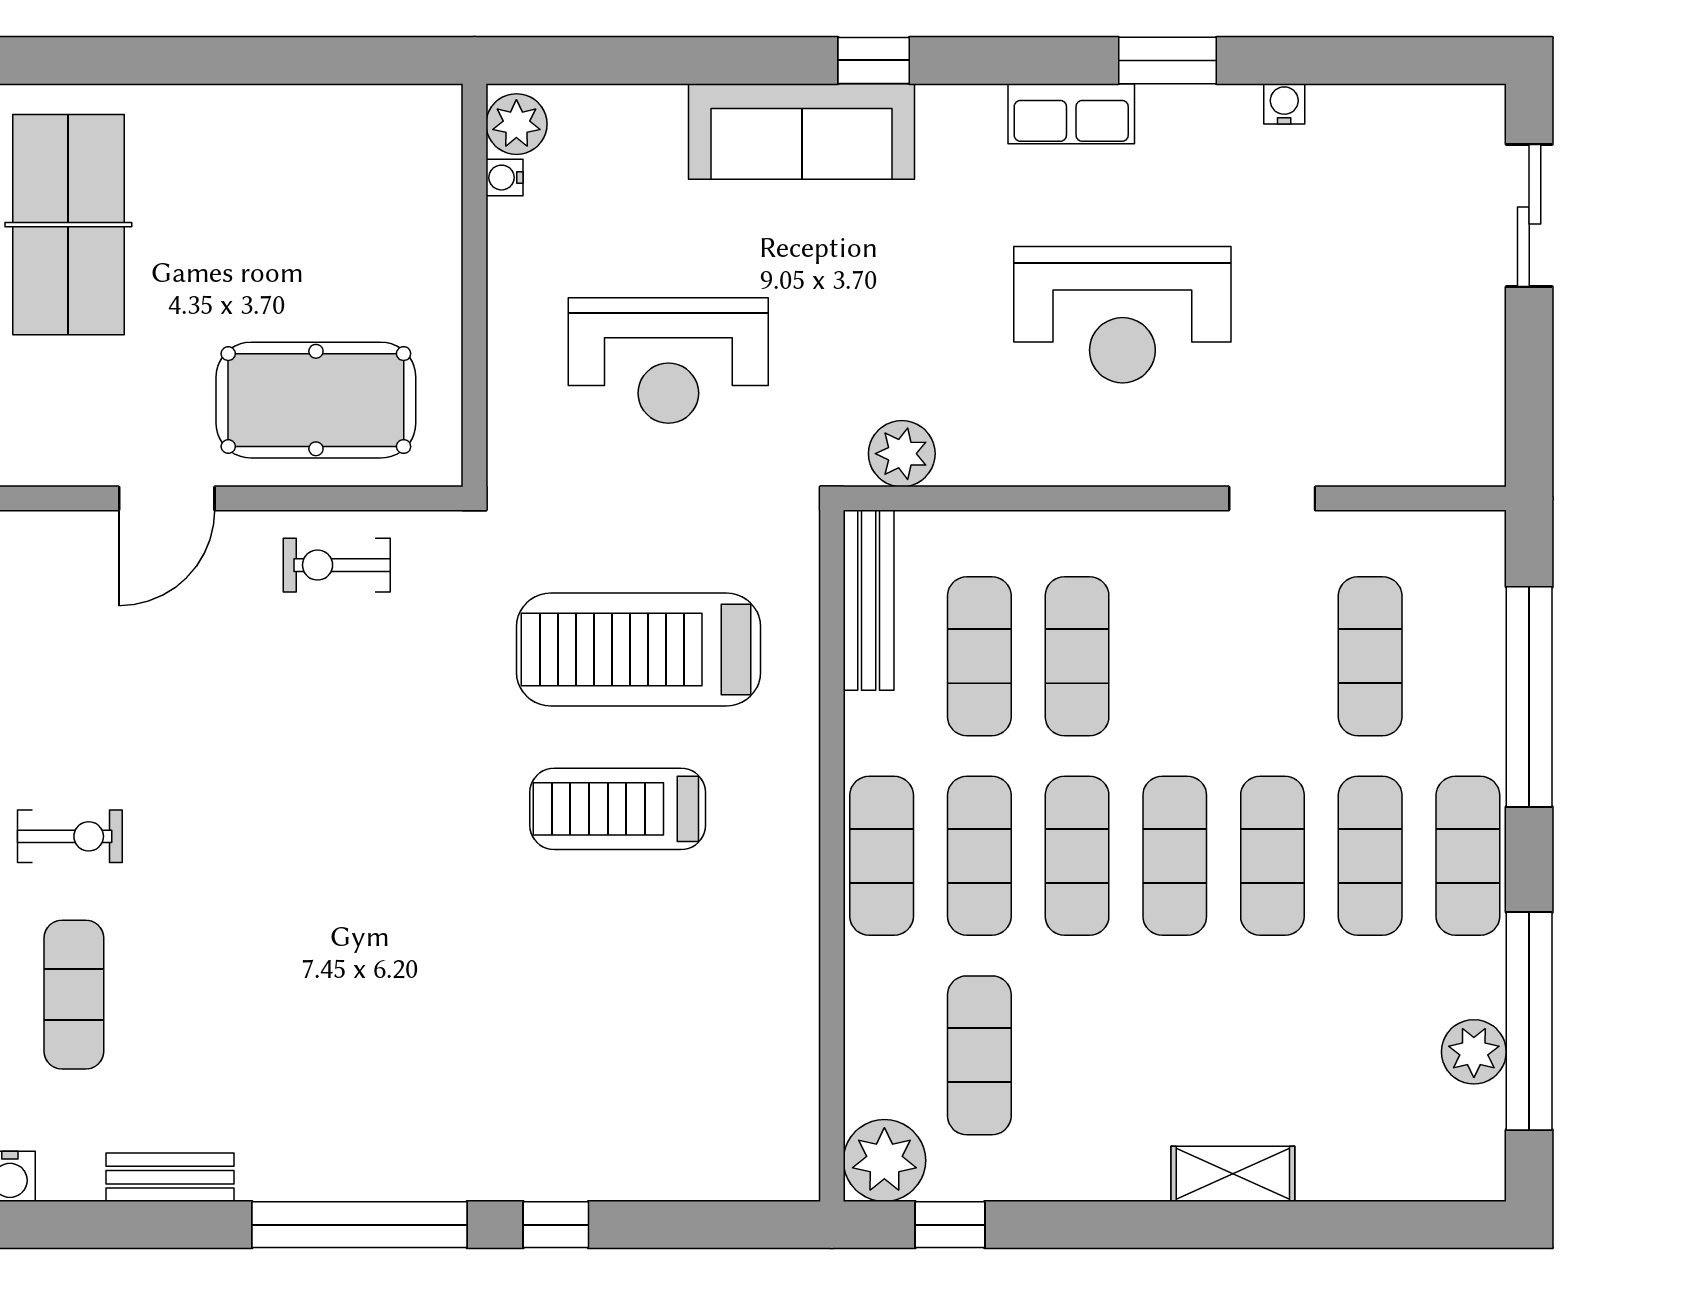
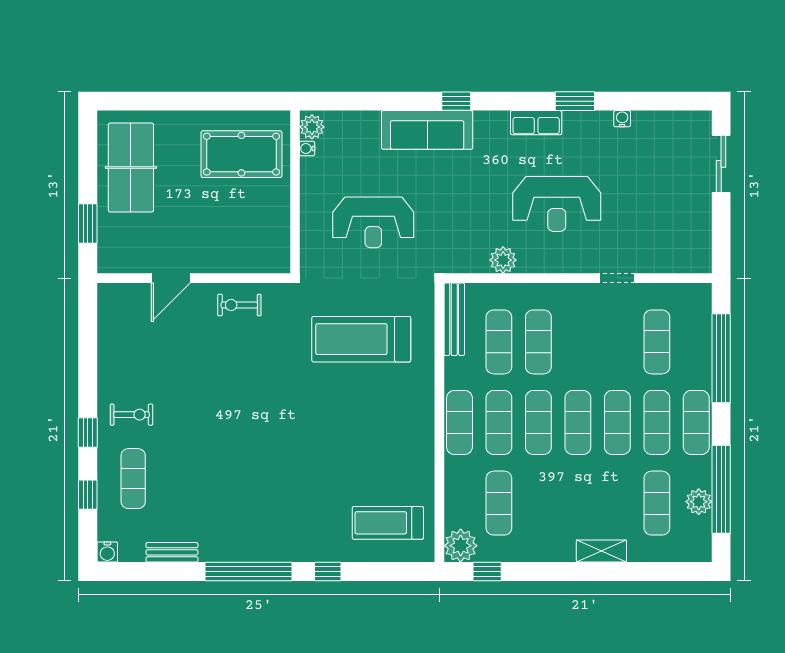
pool table: (316, 400) -> (241, 154), moved
plant: (902, 454) -> (503, 260), moved
treadmill: (618, 809) -> (388, 523), moved
exercise mat: (1370, 1055) -> (657, 503), added

